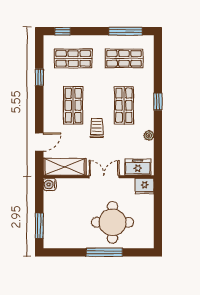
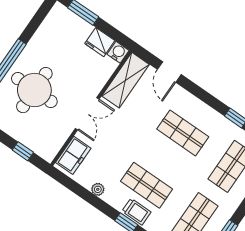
trolley: (97, 128) -> (136, 212), moved
fridge: (145, 186) -> (100, 42), moved, turned -90
window: (158, 202) -> (23, 151), added

